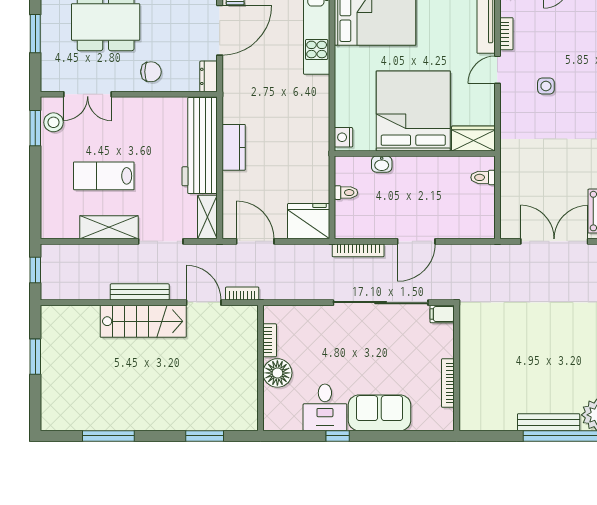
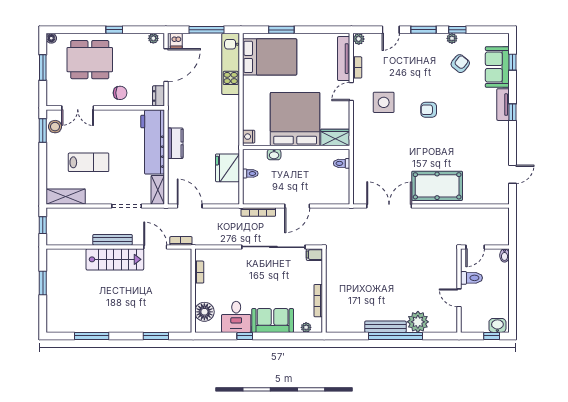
side table: (546, 86) -> (384, 102), width x1.87, depth x1.87
lab bench: (104, 176) -> (89, 162), turned 180
fridge: (309, 221) -> (227, 168), moved, turned -90
shelving: (109, 227) -> (66, 197), moved
floor lamp: (277, 373) -> (204, 312), moved
plant: (430, 423) -> (306, 327), added

